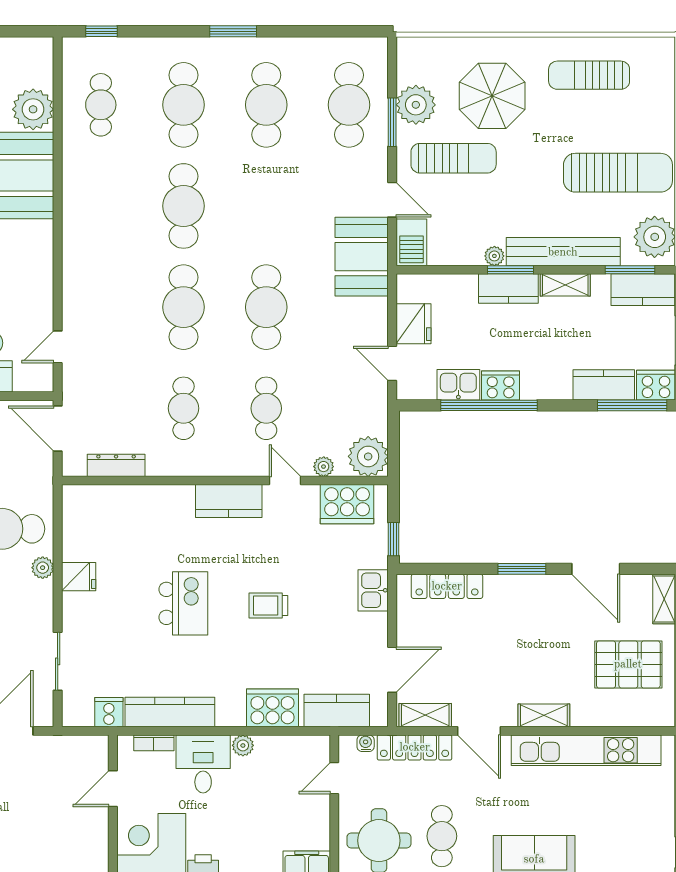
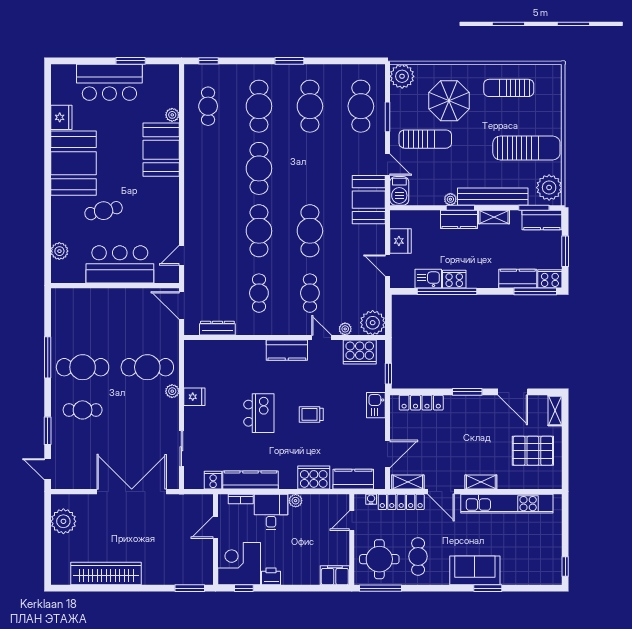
plant: (416, 105) -> (402, 76), moved
plant: (33, 109) -> (172, 115), width x0.53, depth x0.53

